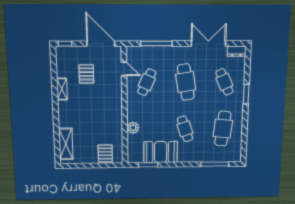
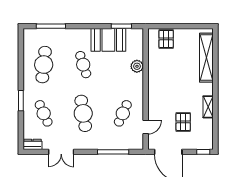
double door: (208, 44) -> (61, 152), width x0.73
door: (124, 69) -> (146, 127), swing flipped
shelving: (66, 144) -> (206, 58), width x1.47

